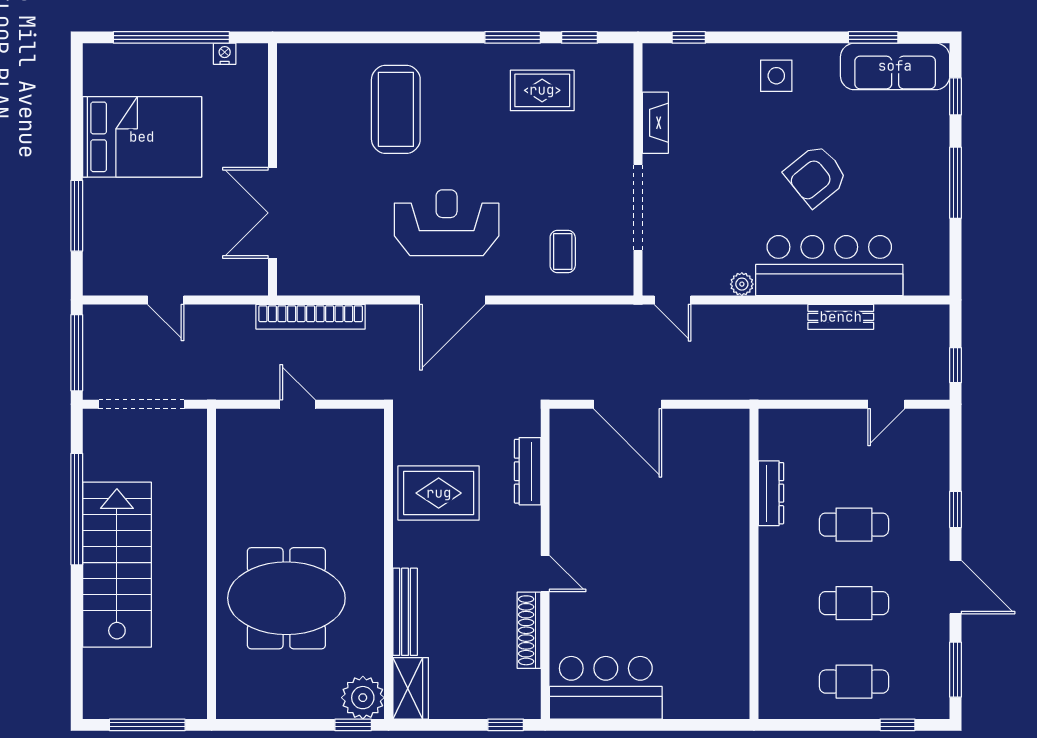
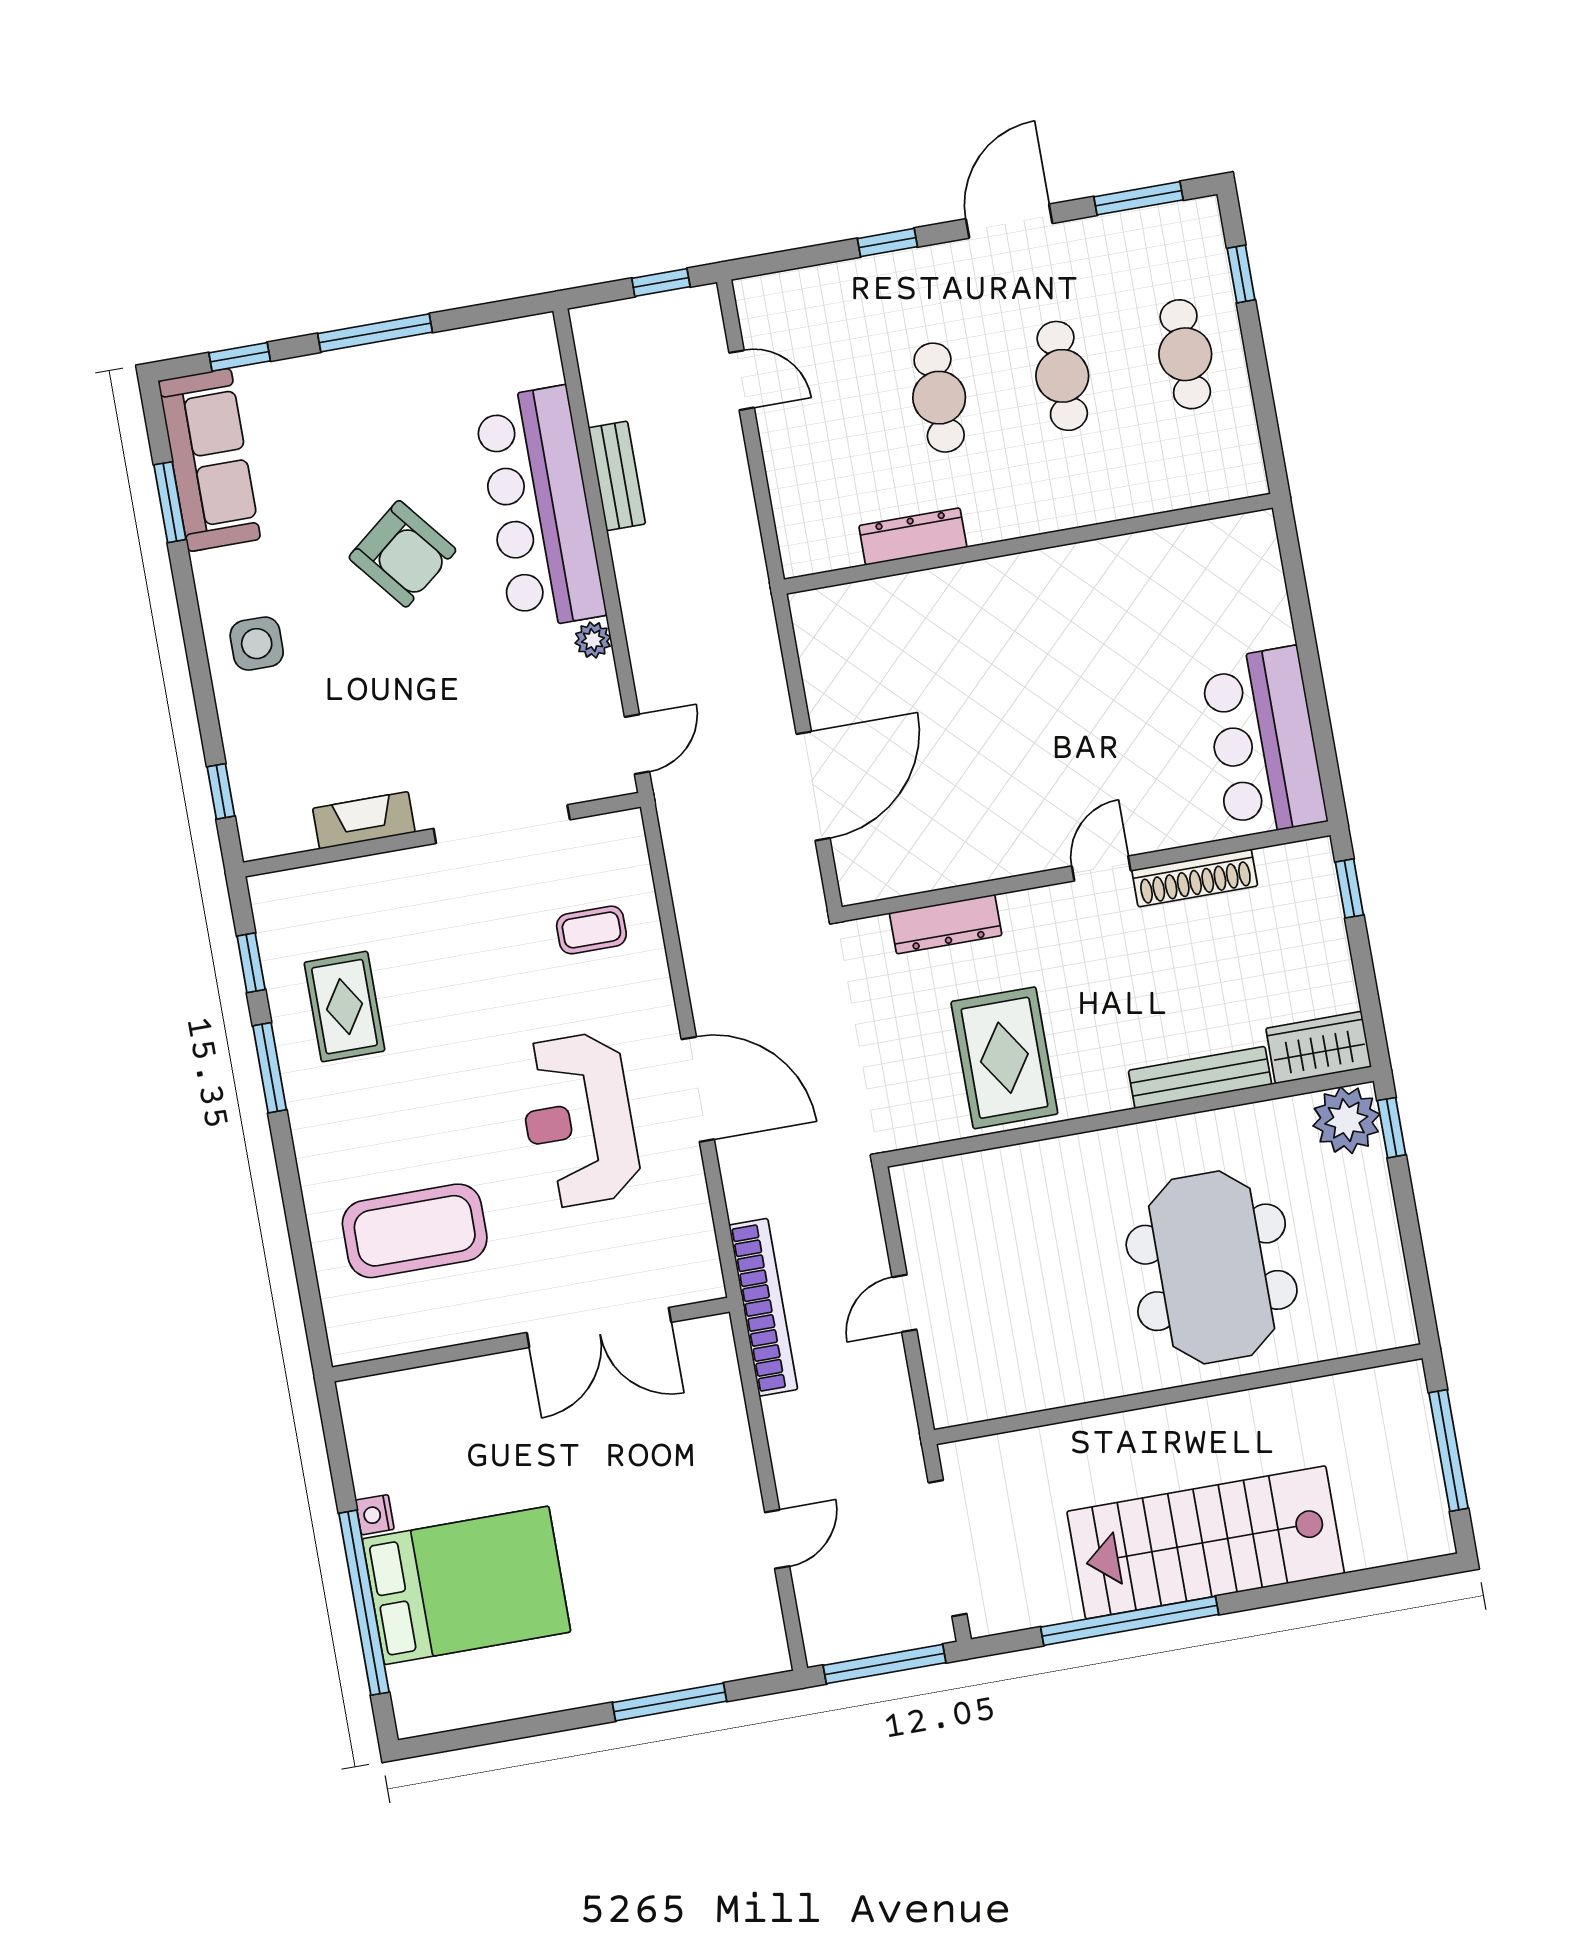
bed: (142, 137) -> (466, 1585), moved, turned 90
wall: (272, 169) -> (531, 1339), moved
double door: (272, 213) -> (599, 1327), moved

